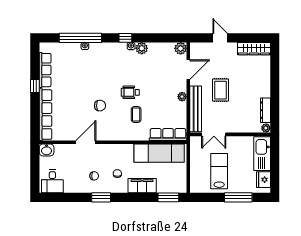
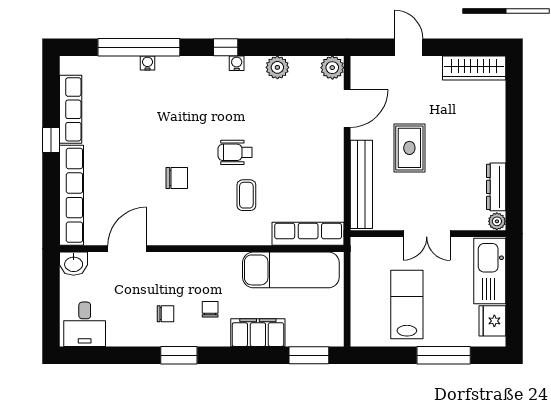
plant: (142, 48) -> (277, 67), moved
plant: (182, 97) -> (335, 161), removed
double door: (214, 134) -> (427, 234), moved
door: (86, 142) -> (127, 249), moved

